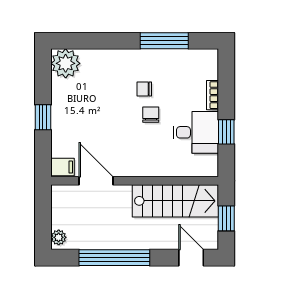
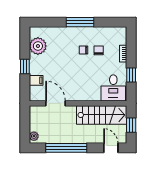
window: (164, 41) -> (80, 22), moved
plant: (66, 63) -> (38, 46), moved
chair: (151, 115) -> (99, 50), moved
desk: (196, 132) -> (113, 88), moved, turned 90
filing cabinet: (63, 167) -> (36, 80), moved

